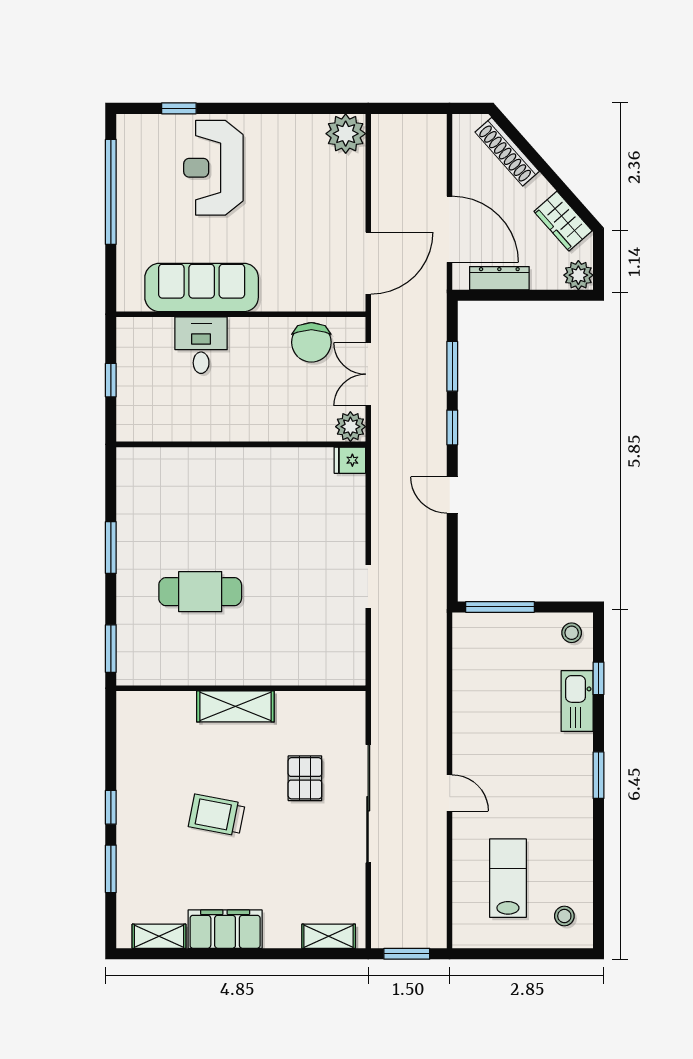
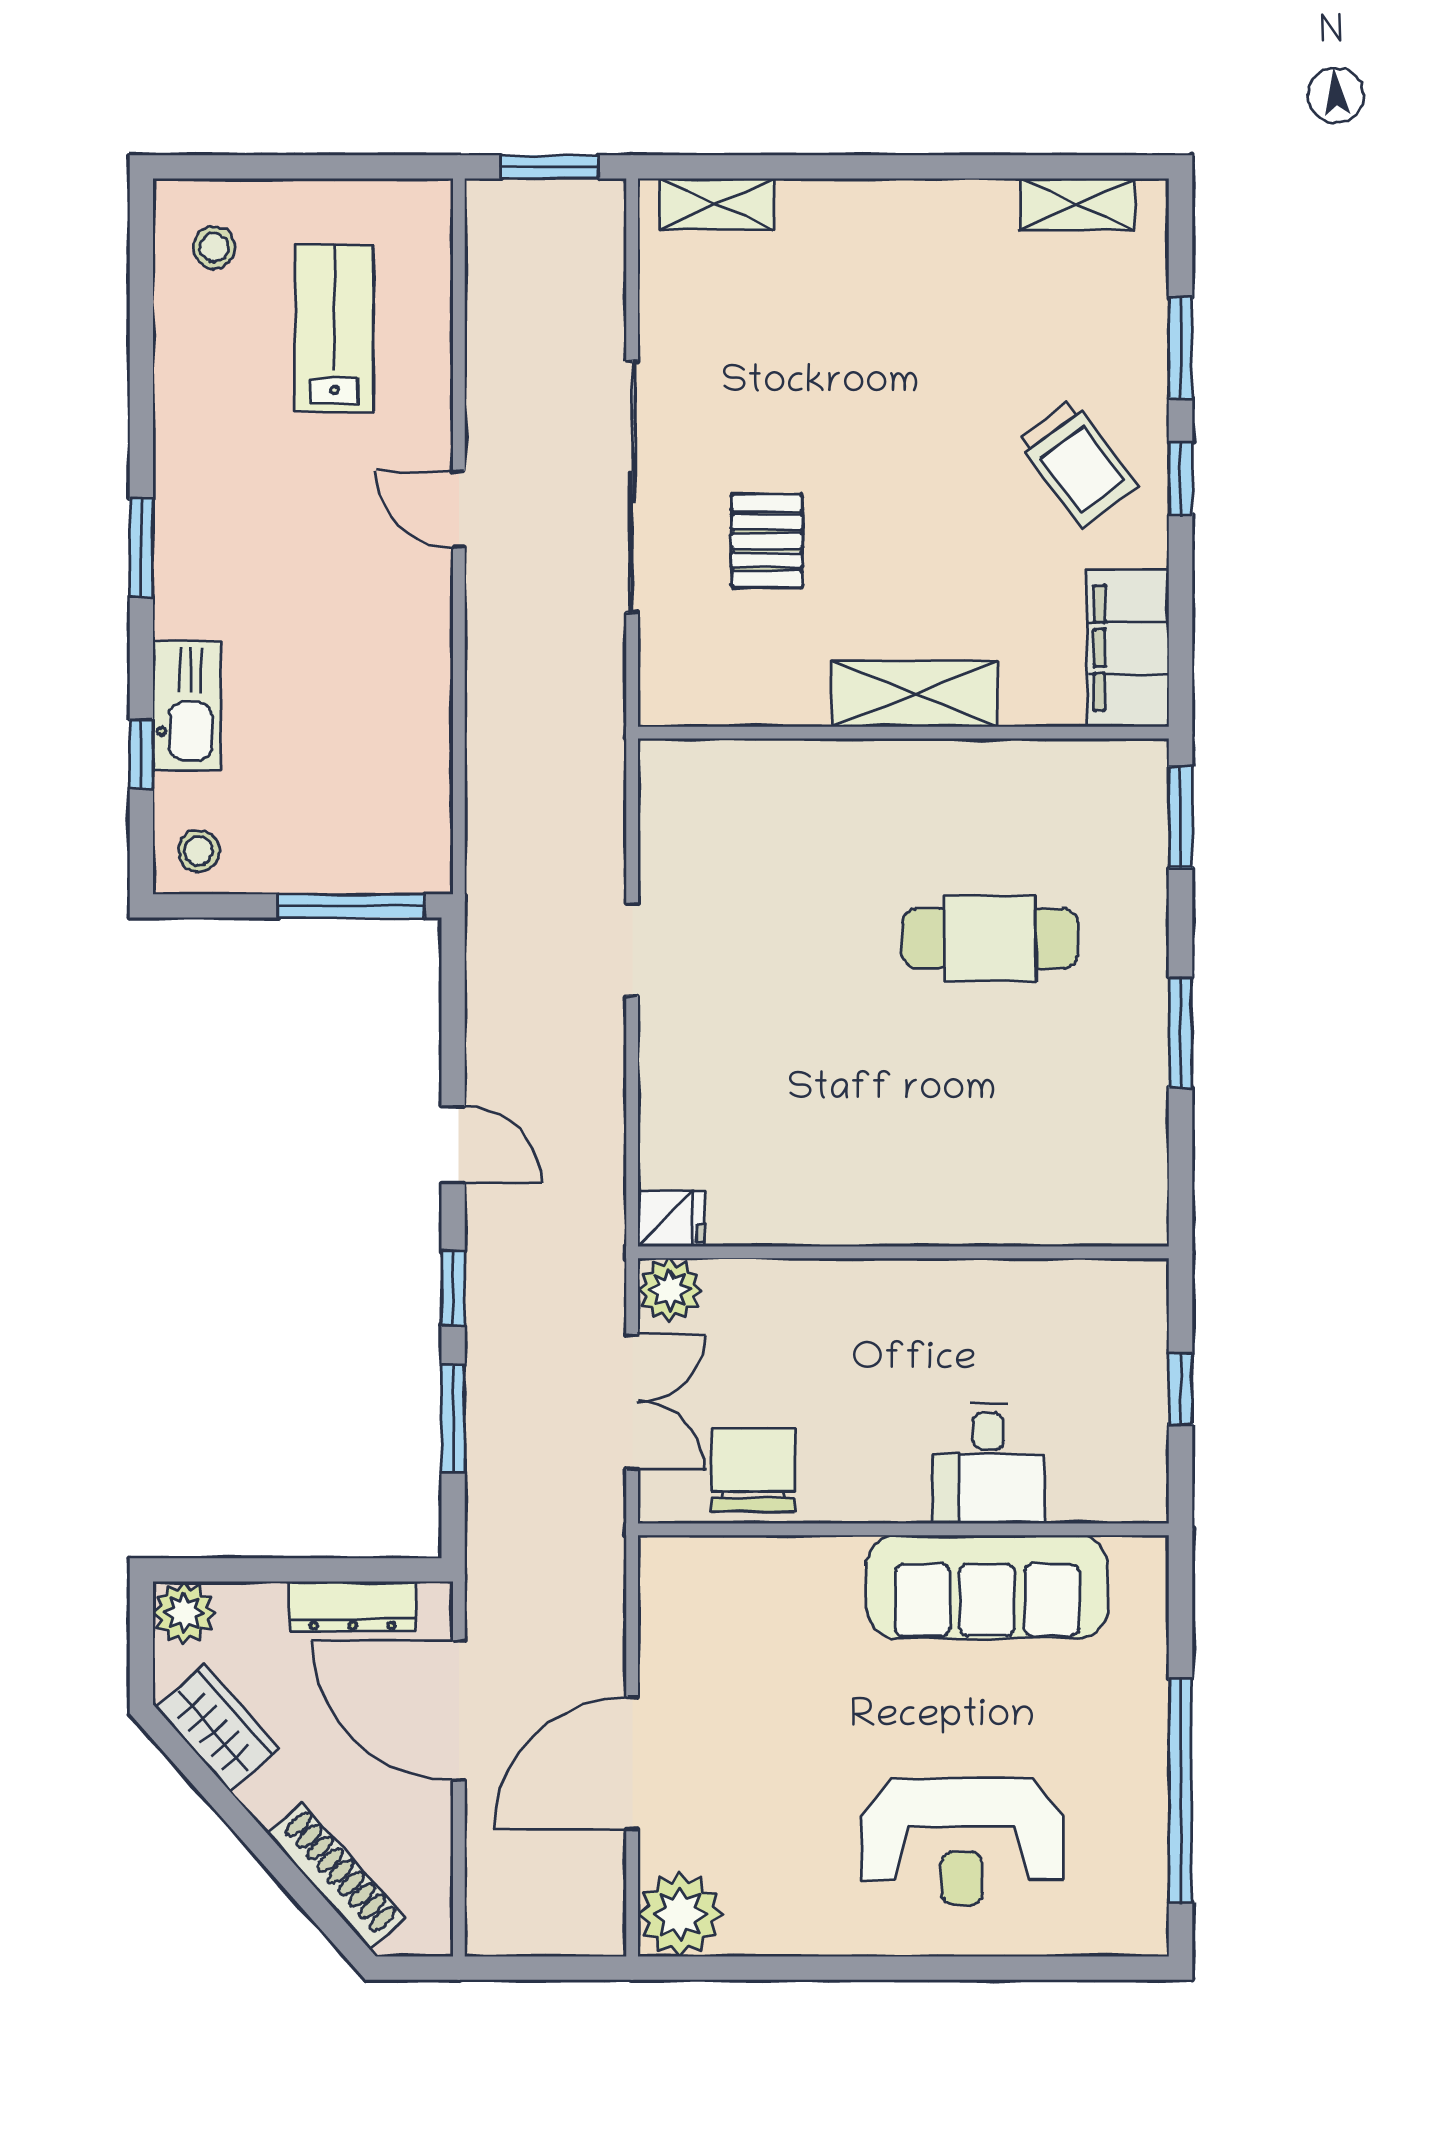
window: (179, 108) -> (1035, 1968), removed
reception desk: (213, 168) -> (962, 1842), turned 90
door: (368, 263) -> (632, 1763), moved
trolley: (217, 815) -> (1077, 463), moved, turned 42
lab bench: (508, 878) -> (334, 328), turned 180
filing cabinet: (225, 929) -> (1128, 648), moved, turned 90

